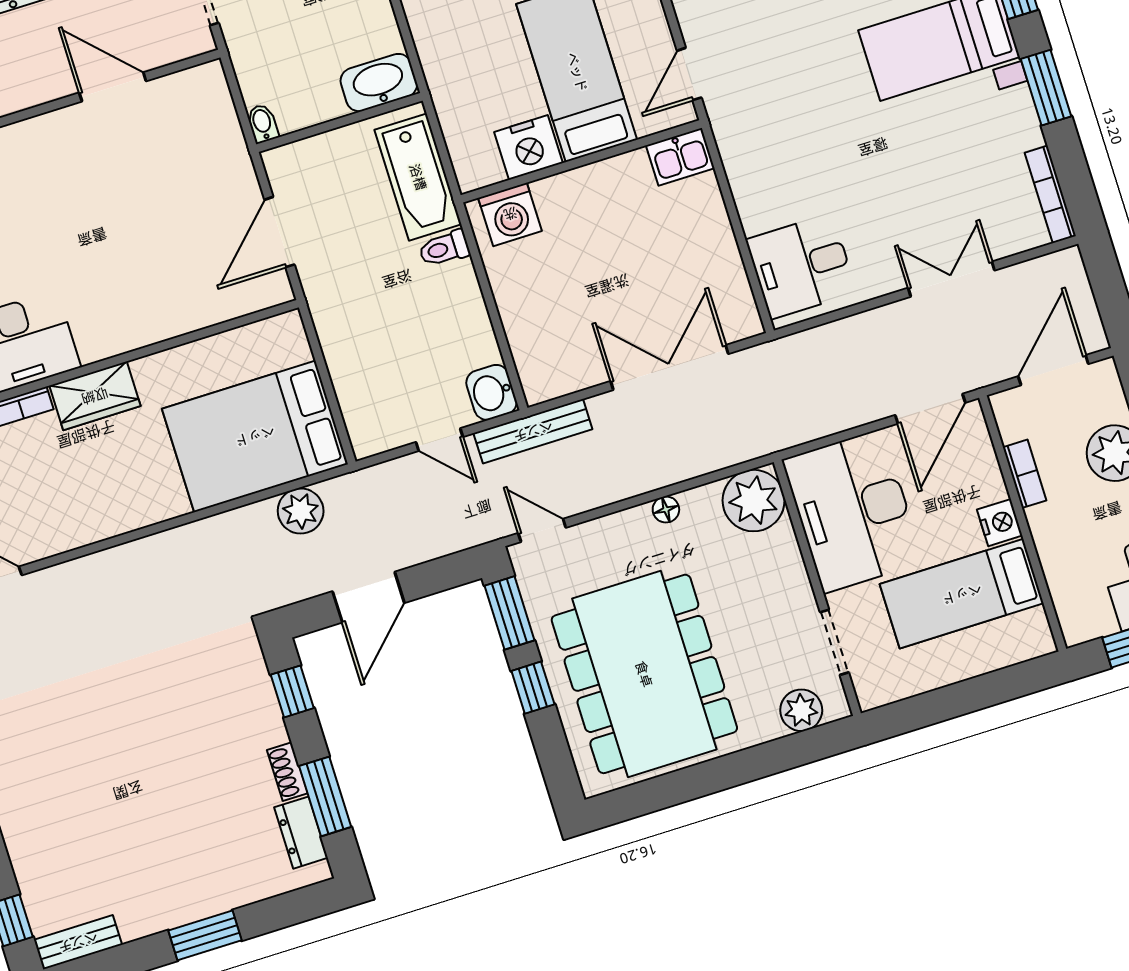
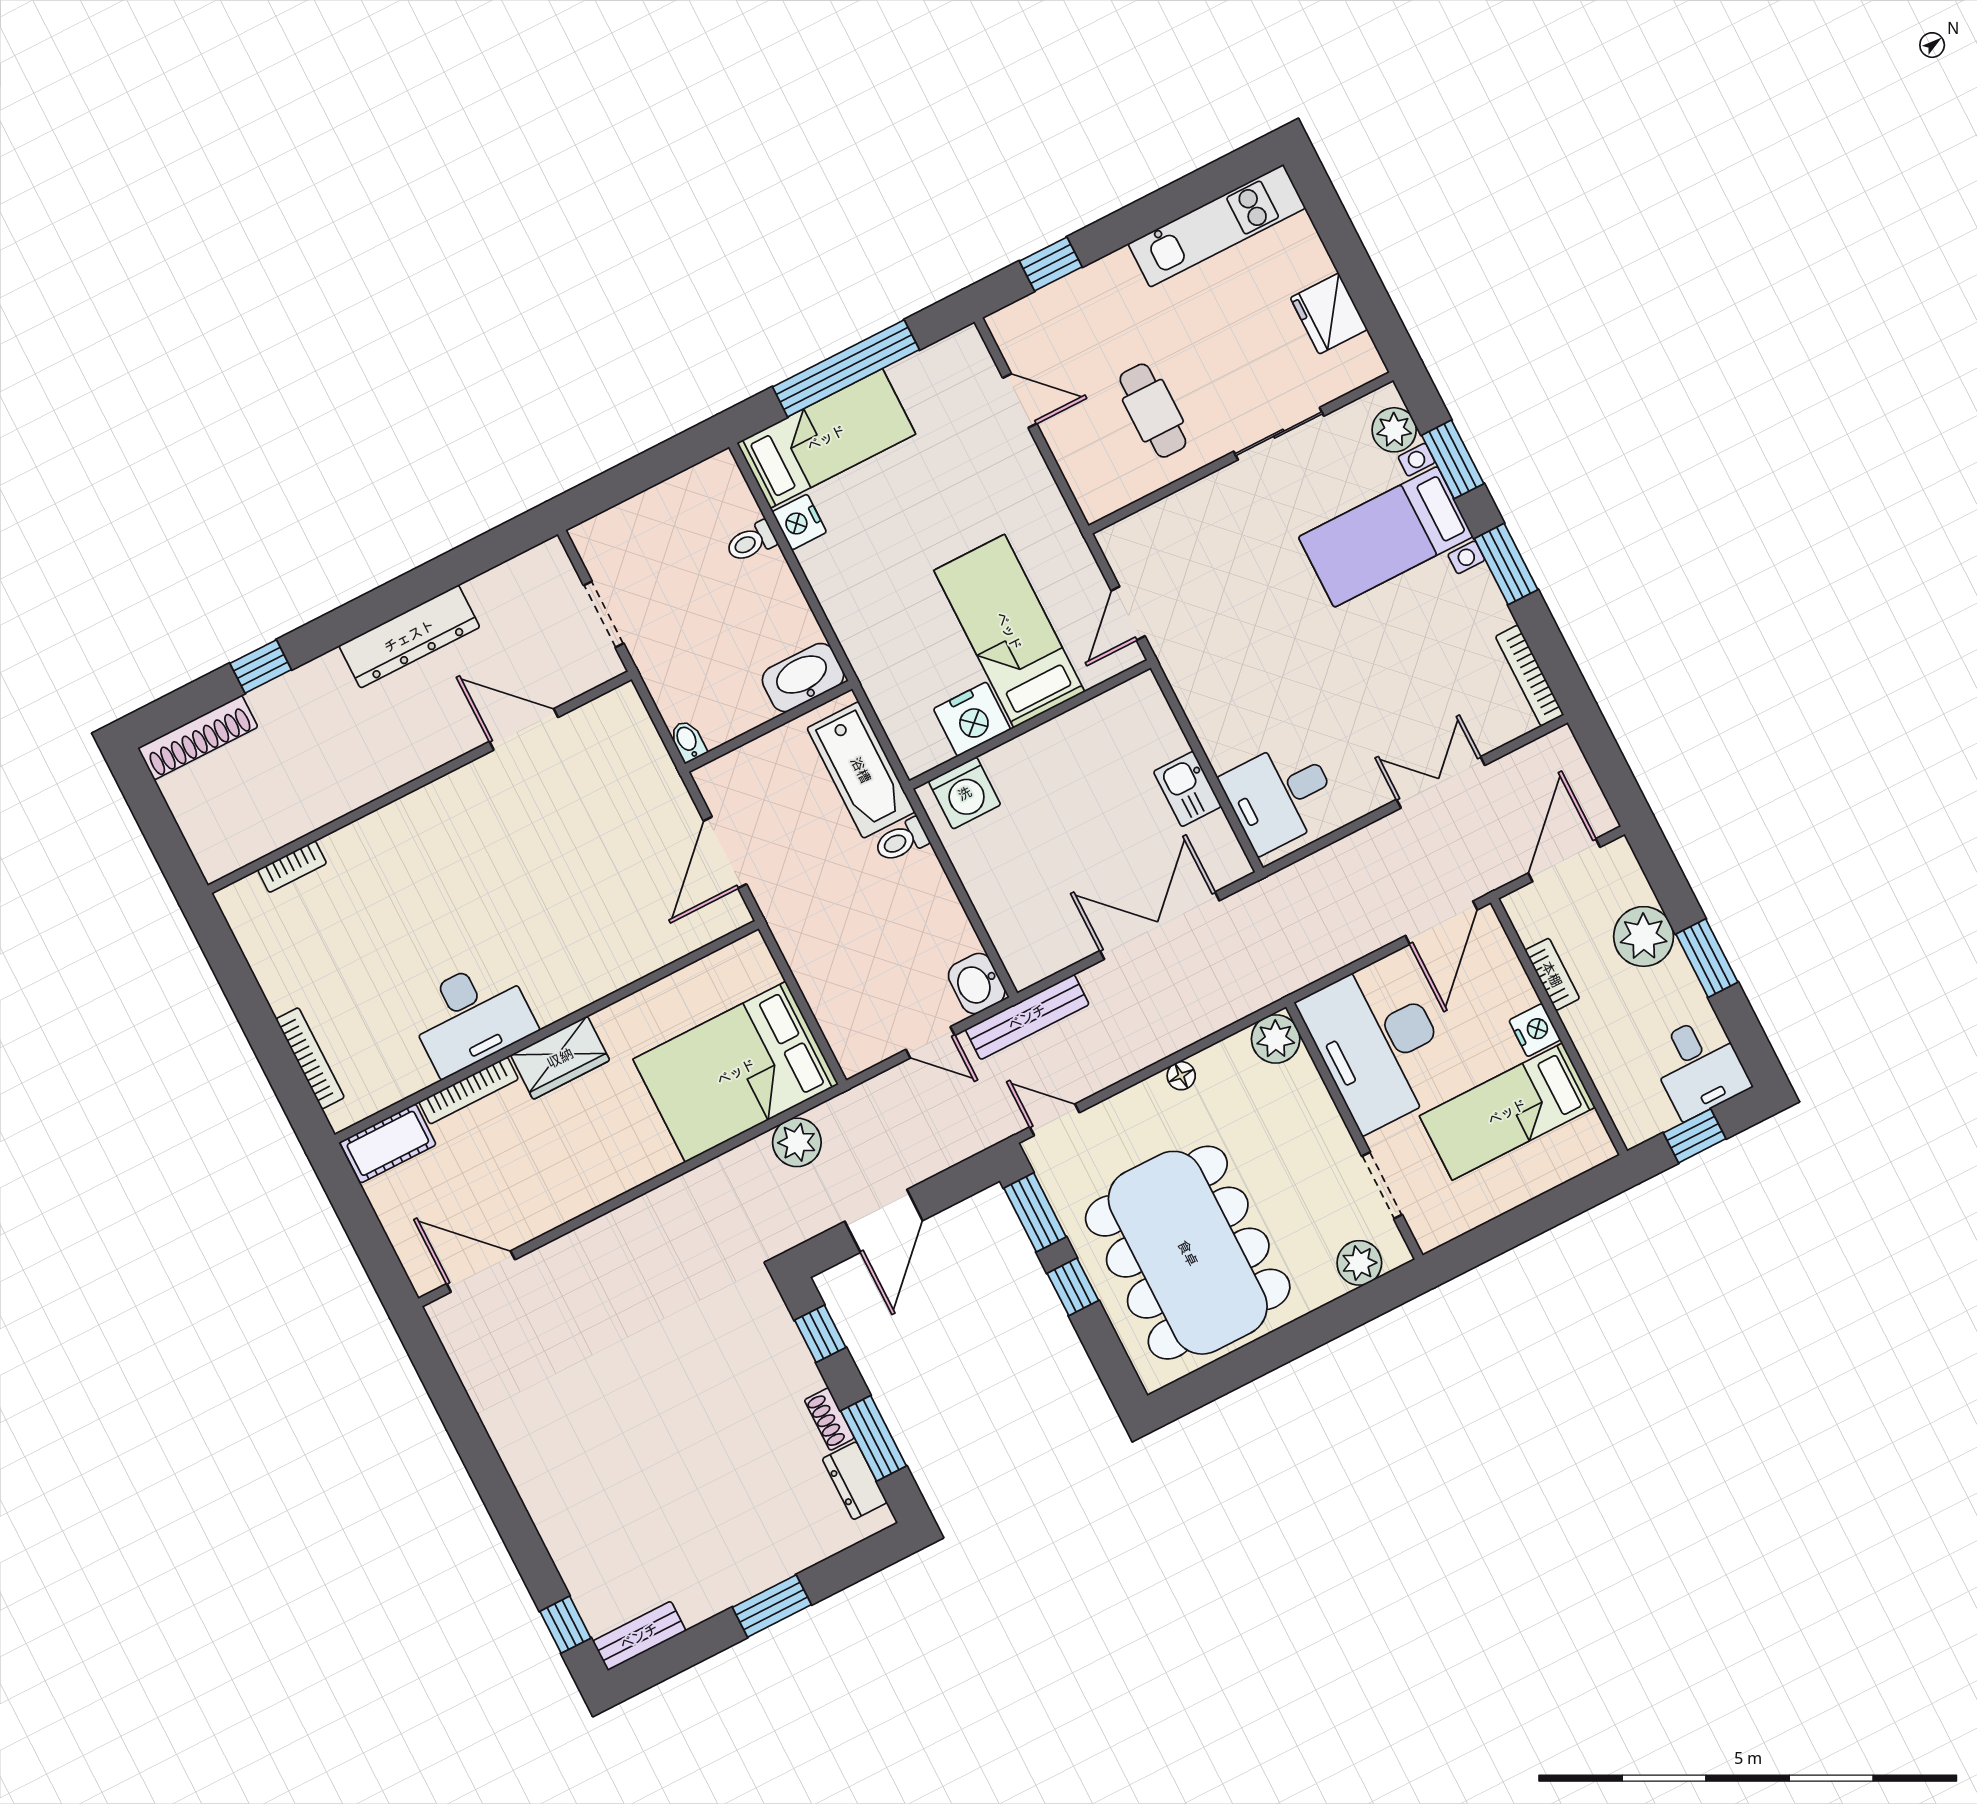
kitchen sink: (680, 157) -> (1187, 789), moved, turned 90
plant: (754, 501) -> (1276, 1039), width x0.73, depth x0.73

